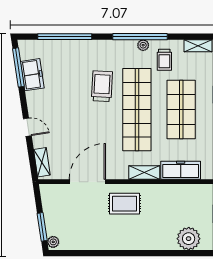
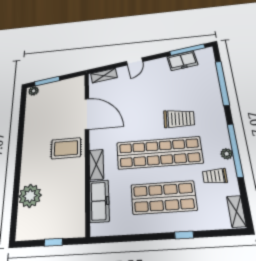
rug: (124, 204) -> (66, 148), turned 90
plant: (189, 239) -> (30, 196), moved

